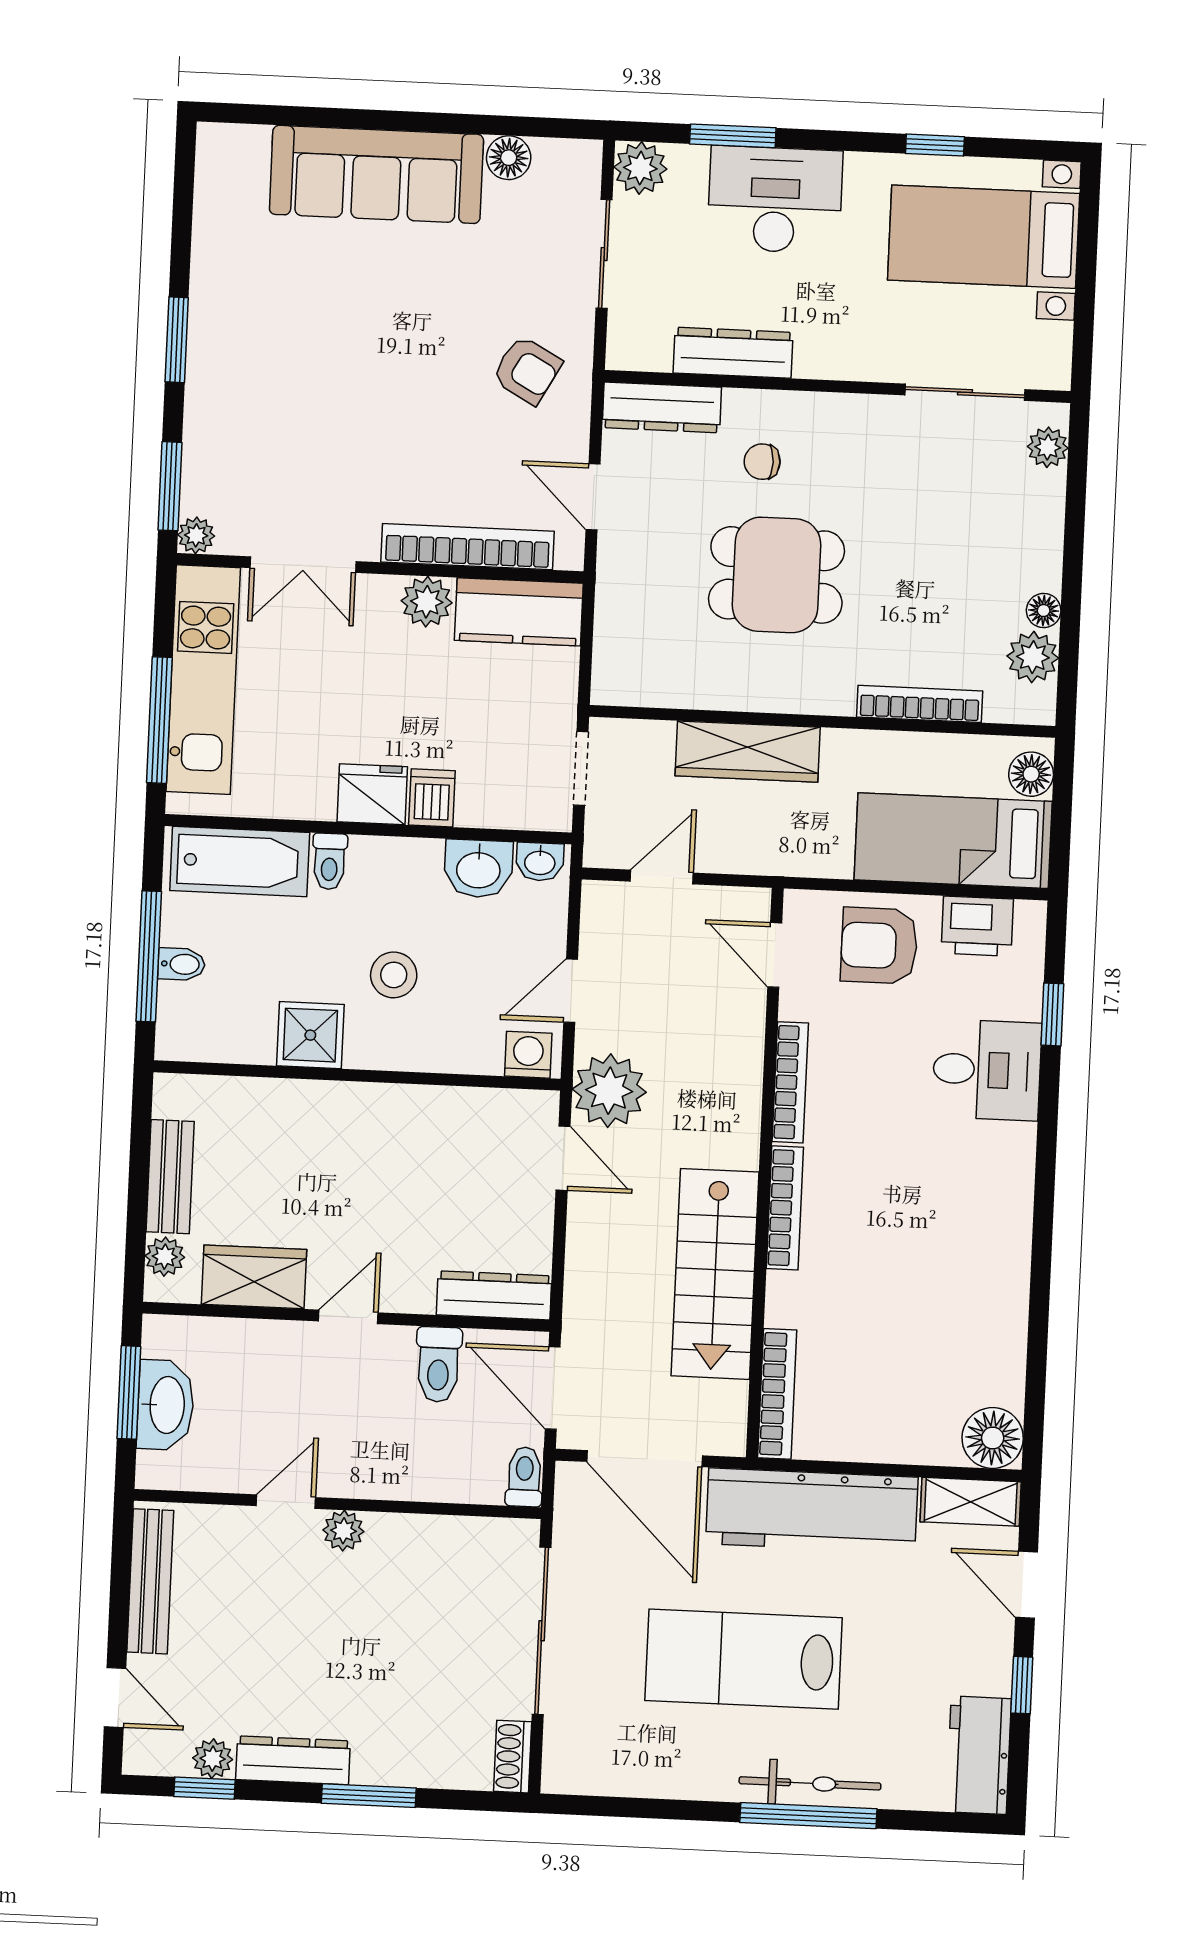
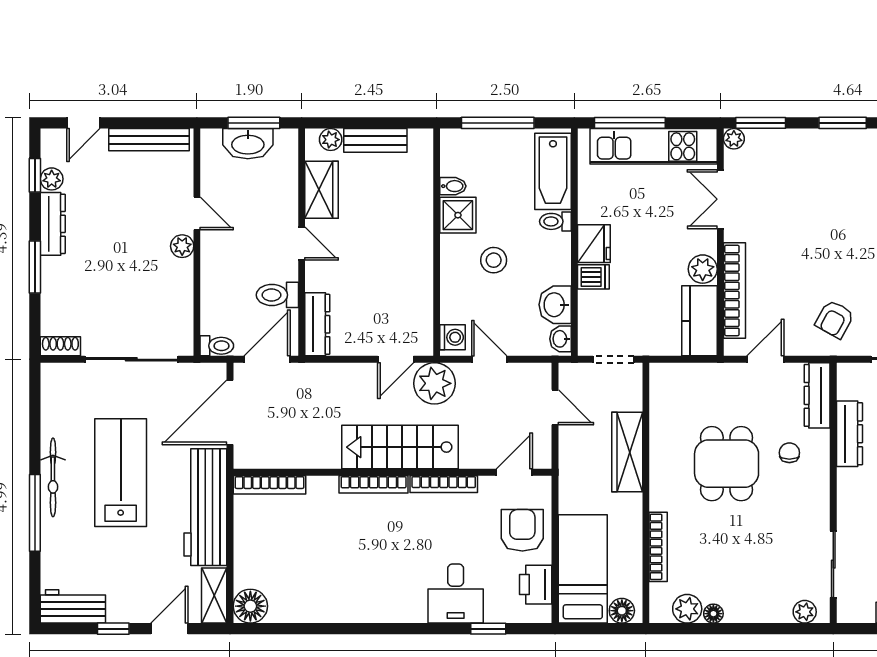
bidet: (181, 964) -> (453, 186), moved, turned -90
stairs: (715, 1274) -> (400, 447), moved
bicycle: (810, 1783) -> (53, 477), moved

